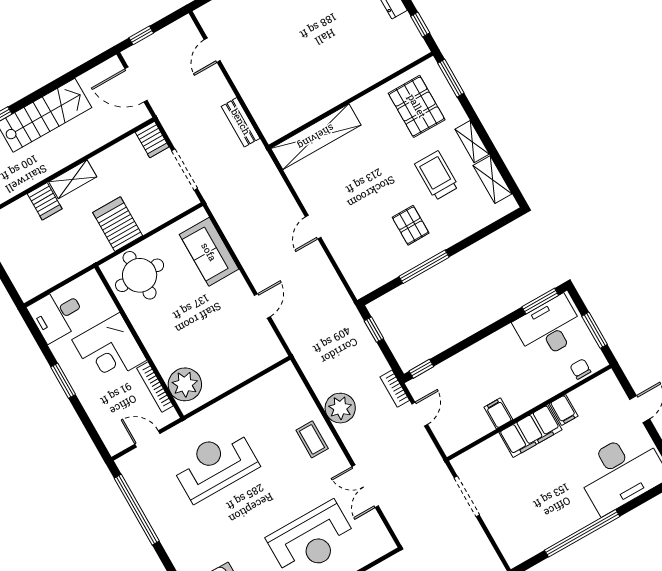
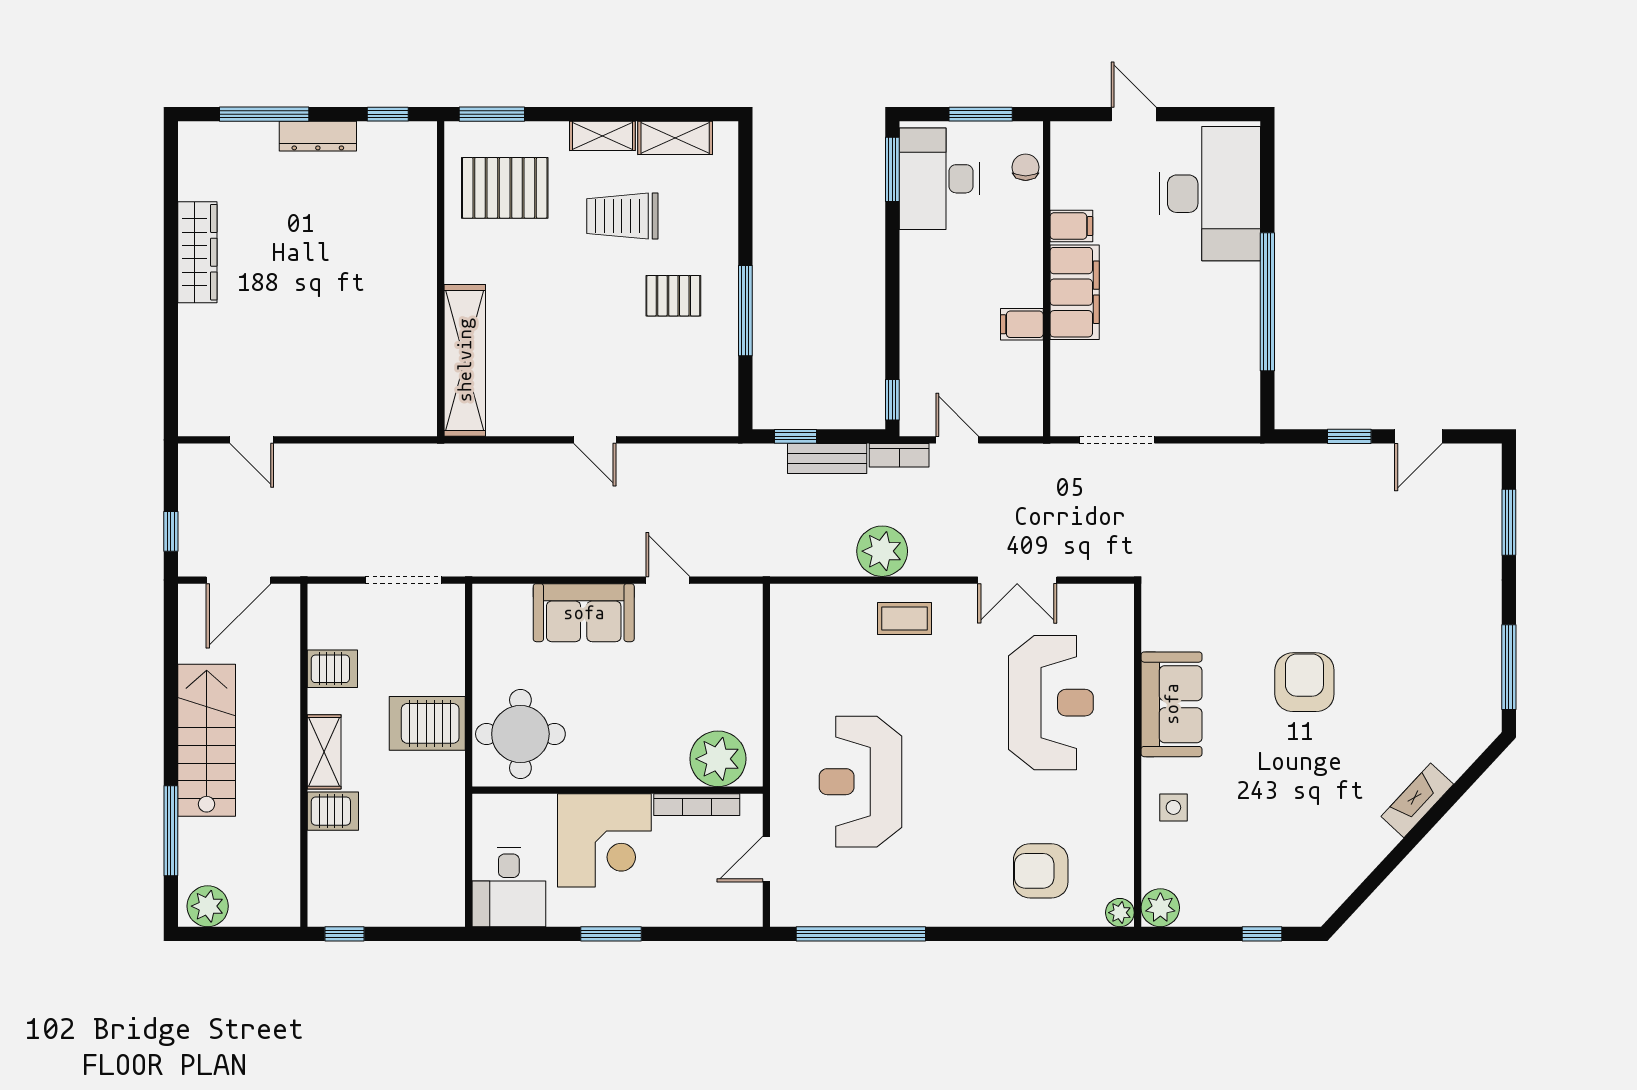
bench: (241, 122) -> (827, 458), moved
server rack: (152, 140) -> (332, 669), moved
sofa: (209, 252) -> (584, 613), moved
chair: (580, 369) -> (1026, 167), turned 90

